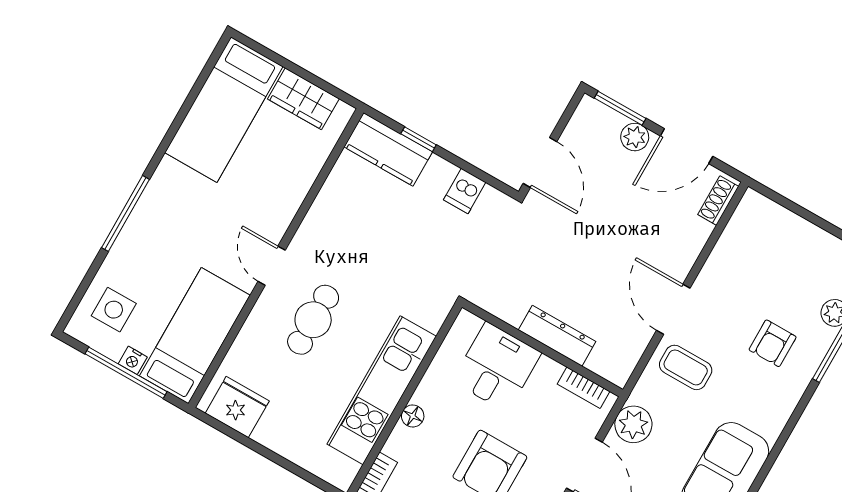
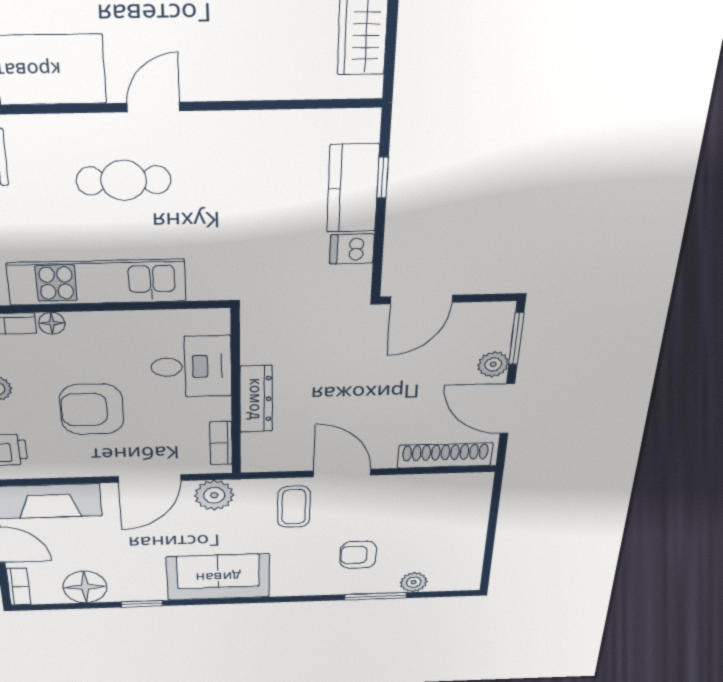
kitchen counter: (388, 149) -> (353, 188), moved
shoe rack: (718, 201) -> (445, 455), width x1.94, depth x1.24
door: (673, 309) -> (342, 473), hinge flipped
floor lamp: (413, 416) -> (52, 323), moved

